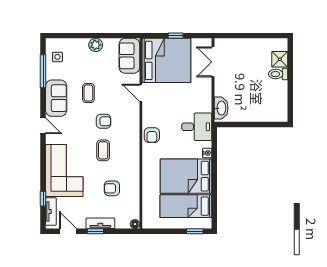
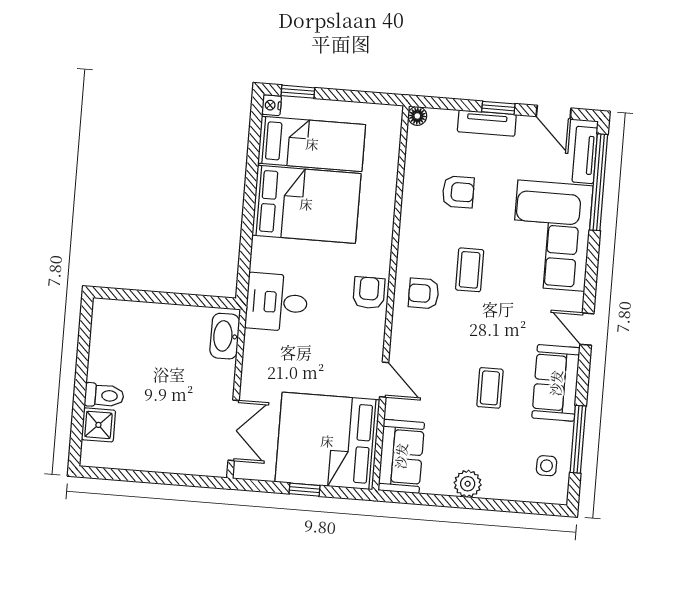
armchair: (104, 121) -> (424, 293), moved
nightstand: (207, 153) -> (272, 105), moved
window: (43, 199) -> (599, 182), width x3.17

